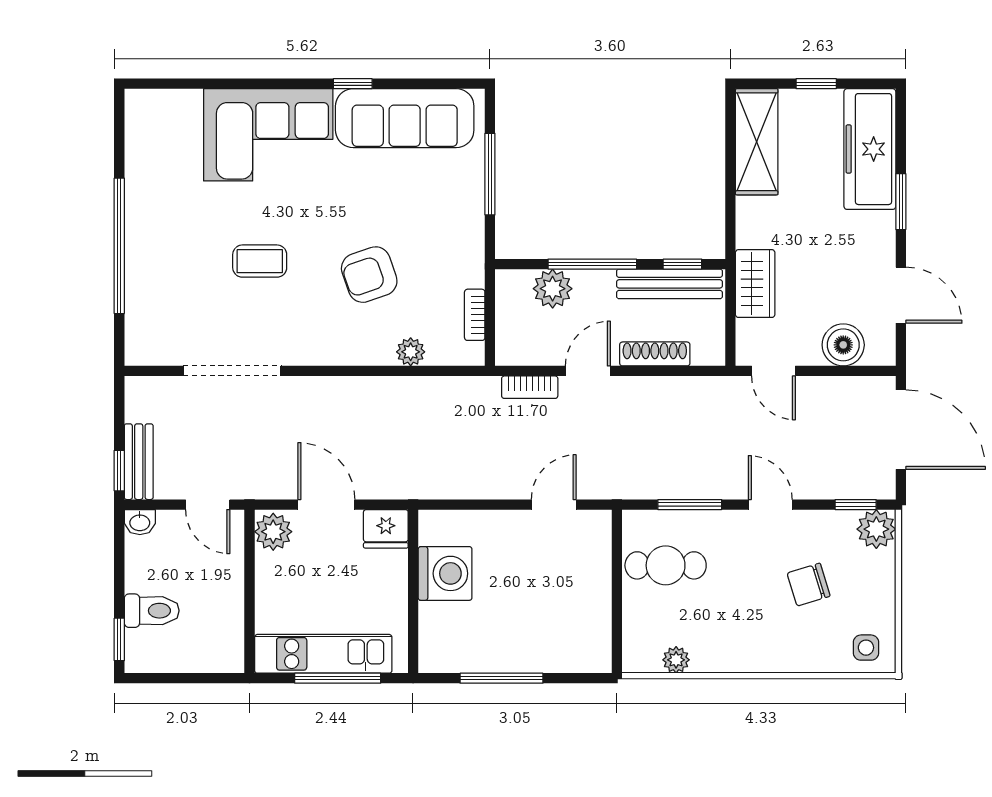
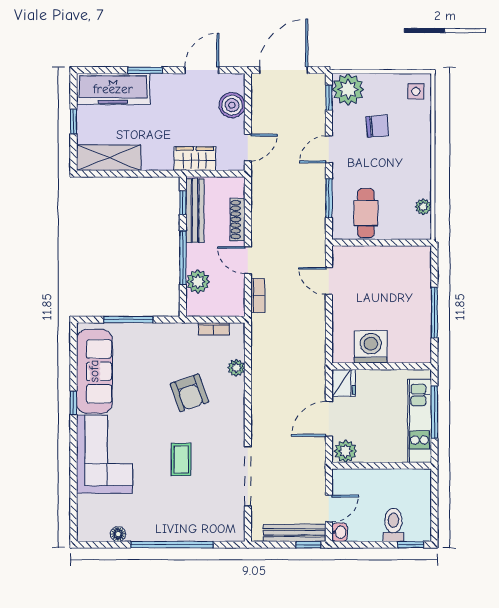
floor lamp: (137, 157) -> (118, 534), added
bench: (139, 462) -> (295, 533), width x1.36
door: (208, 505) -> (329, 509), moved
plant: (876, 529) -> (348, 89), width x1.36, depth x1.36
chair: (809, 585) -> (378, 126), turned -78

